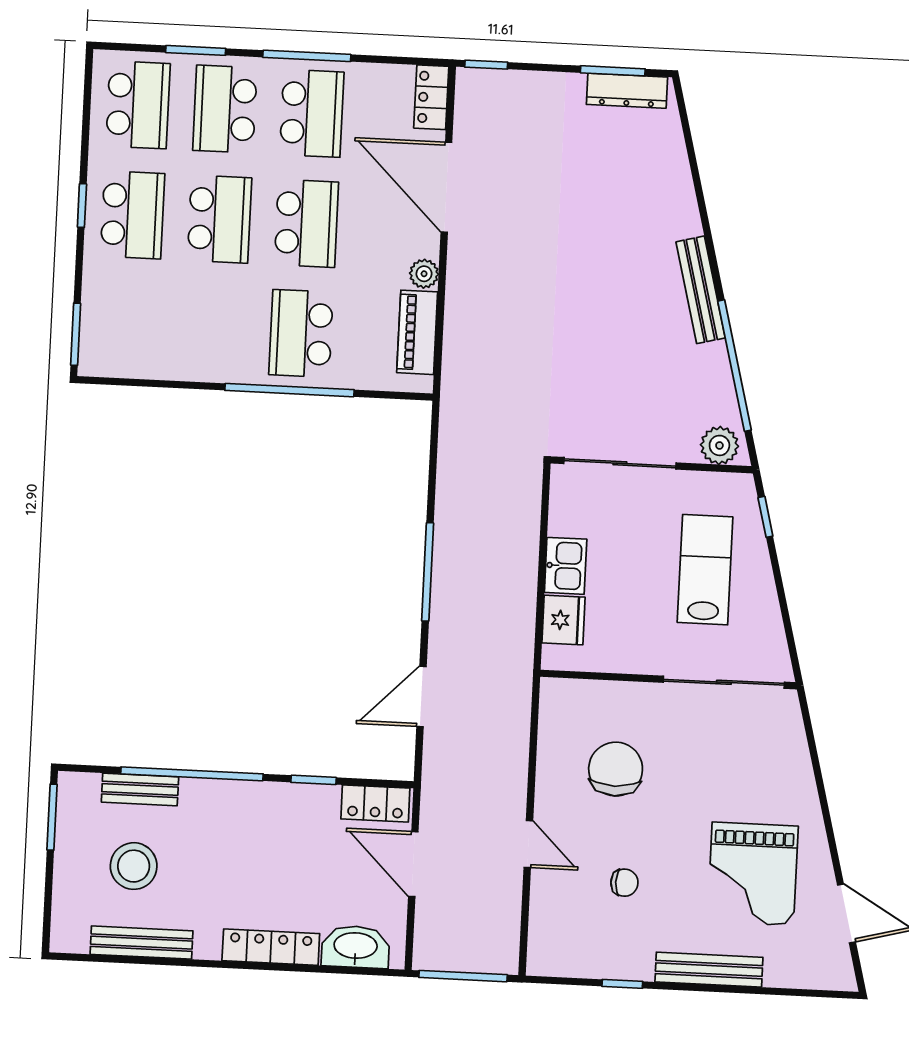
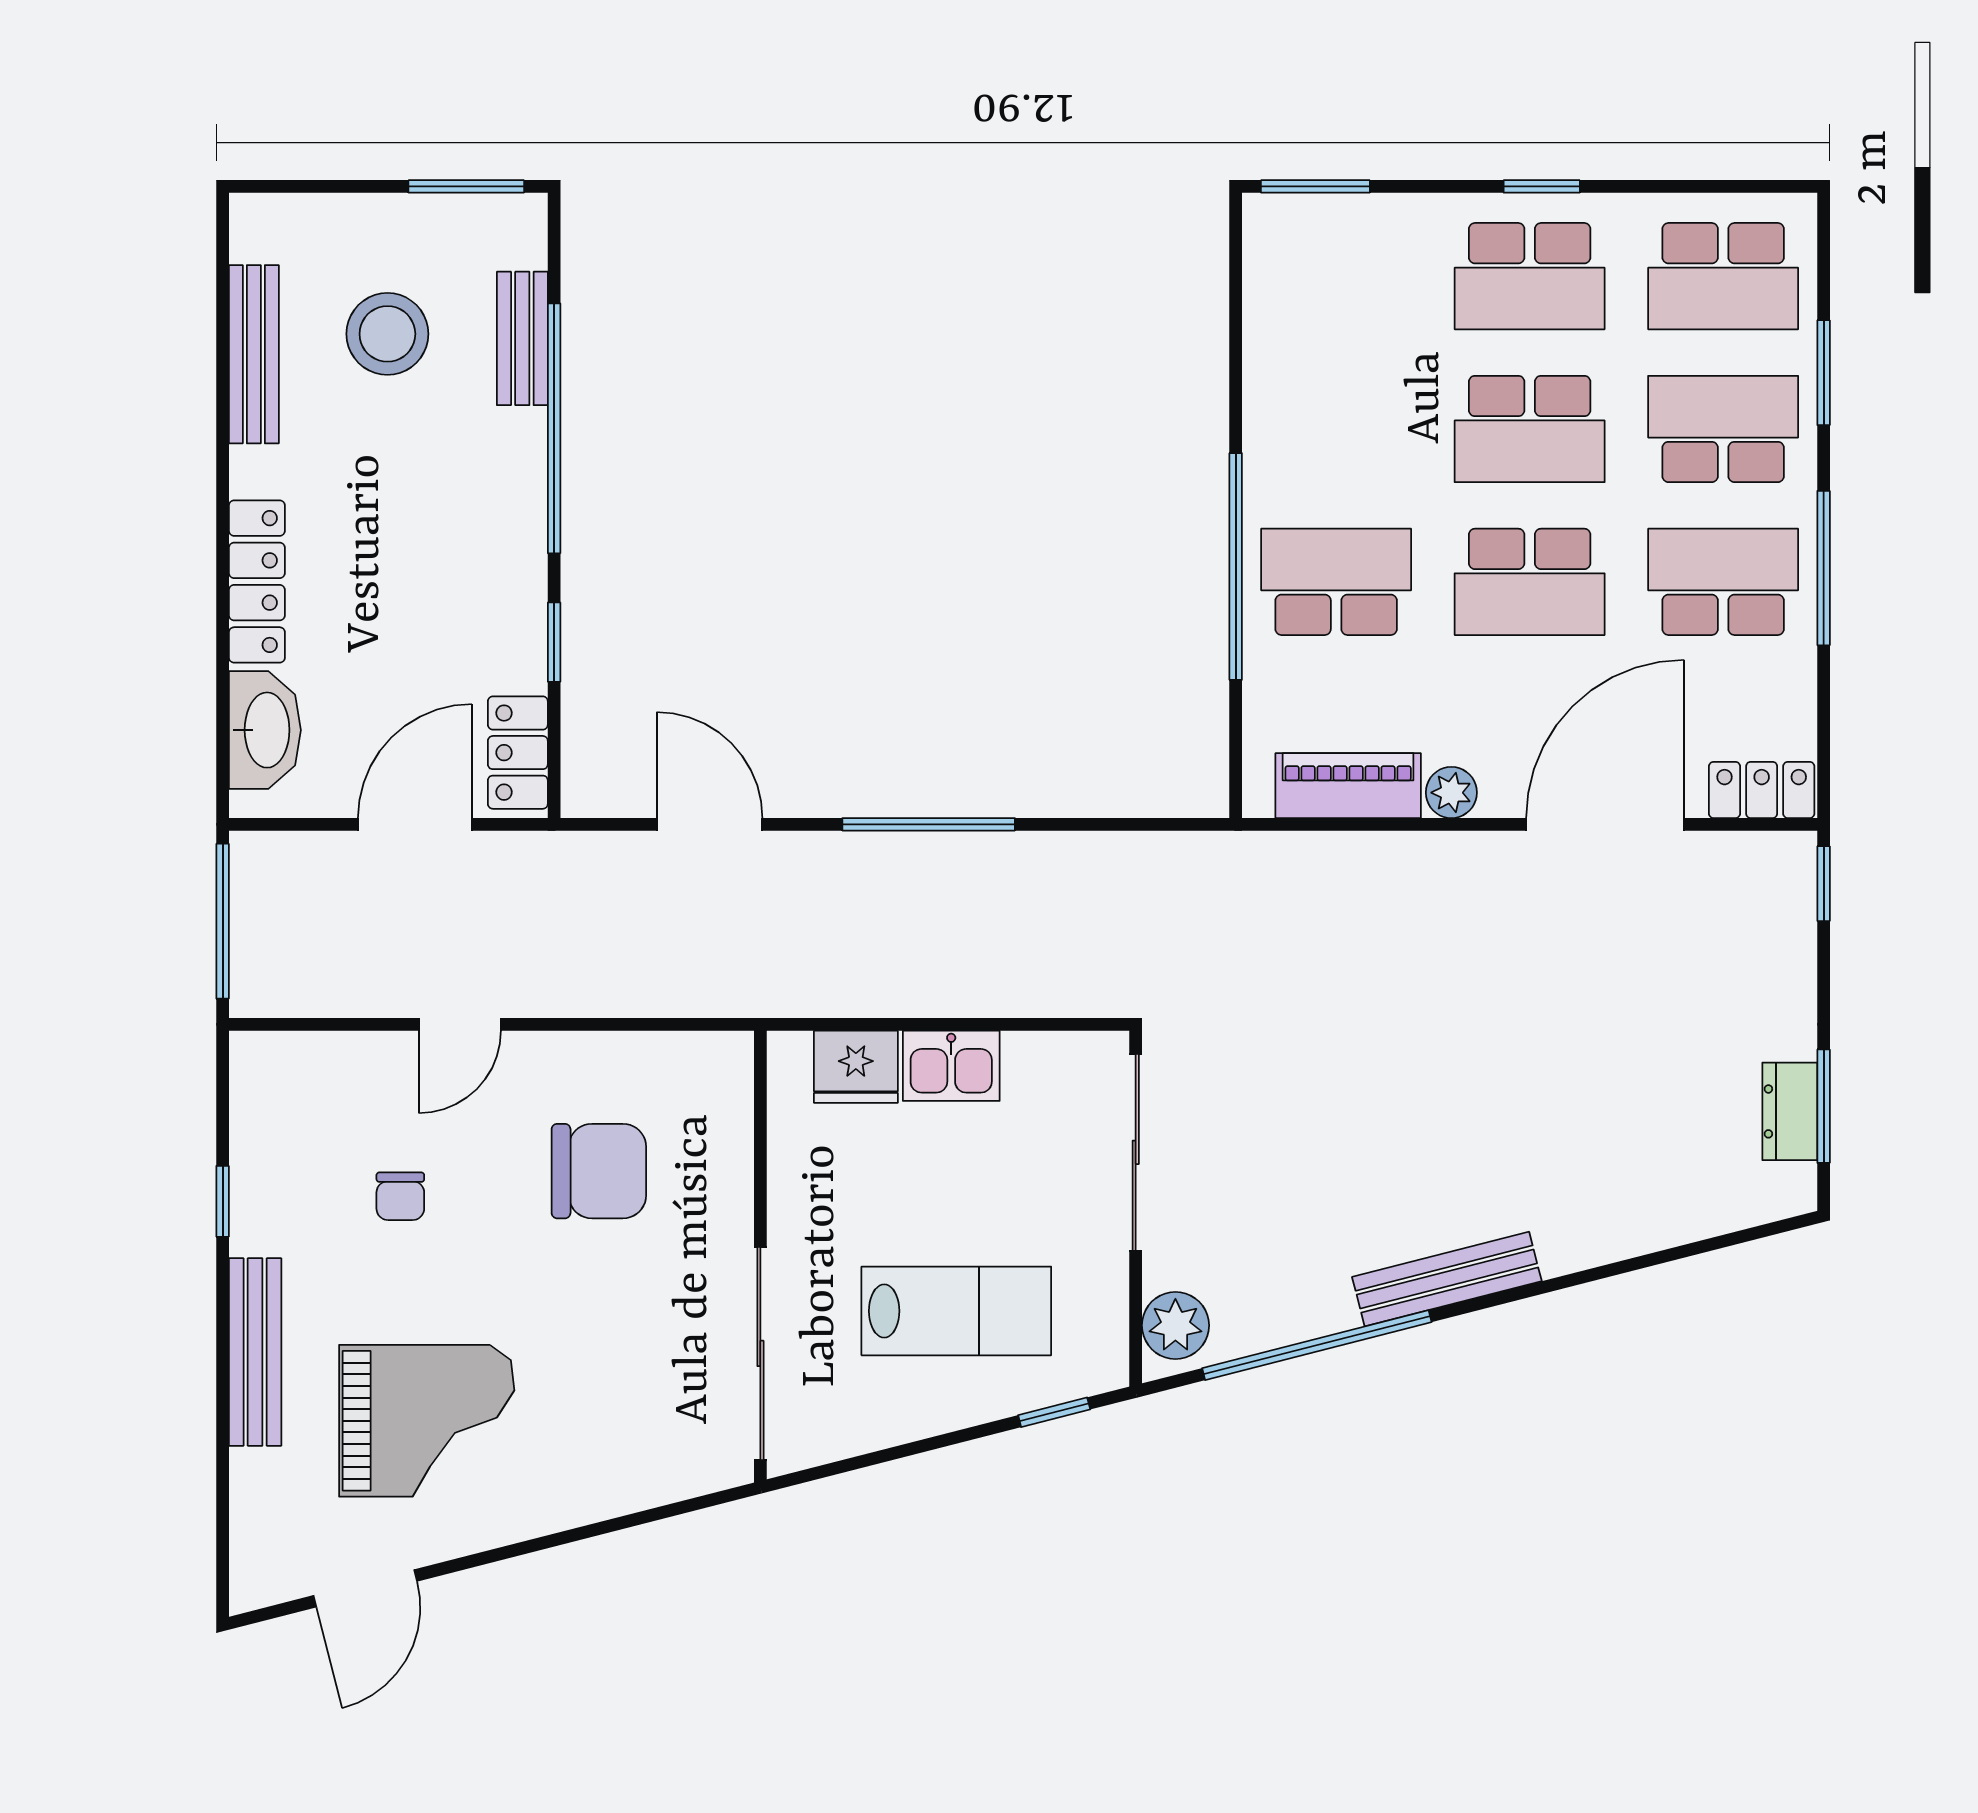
dresser: (627, 91) -> (1790, 1111), width x0.70
school desk: (312, 113) -> (1723, 582), turned 180
grand piano: (753, 874) -> (427, 1421), turned 180

